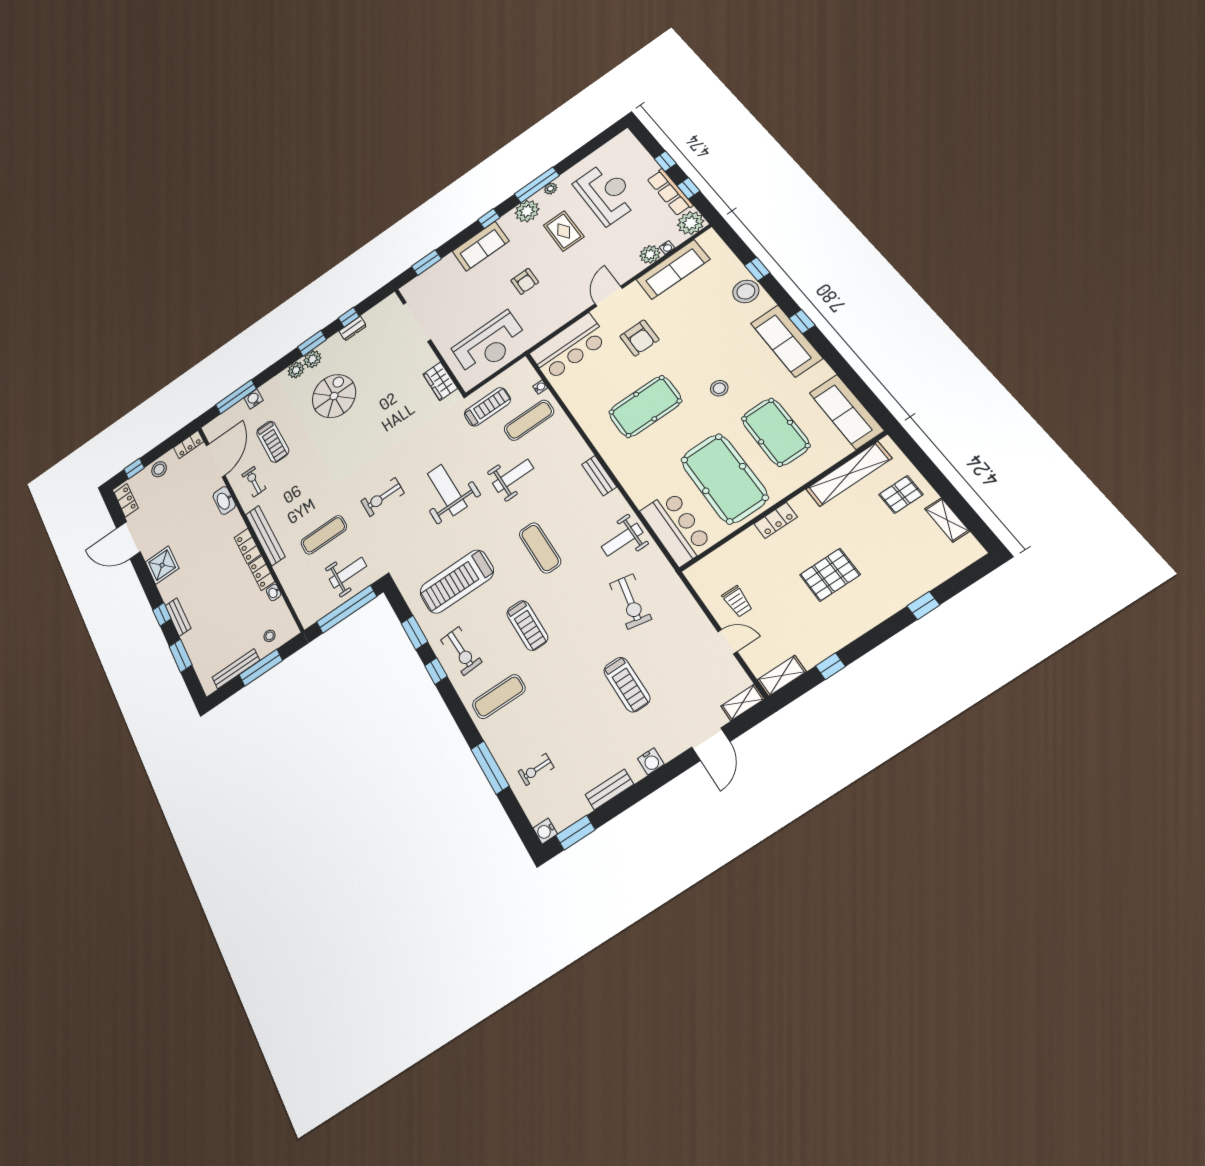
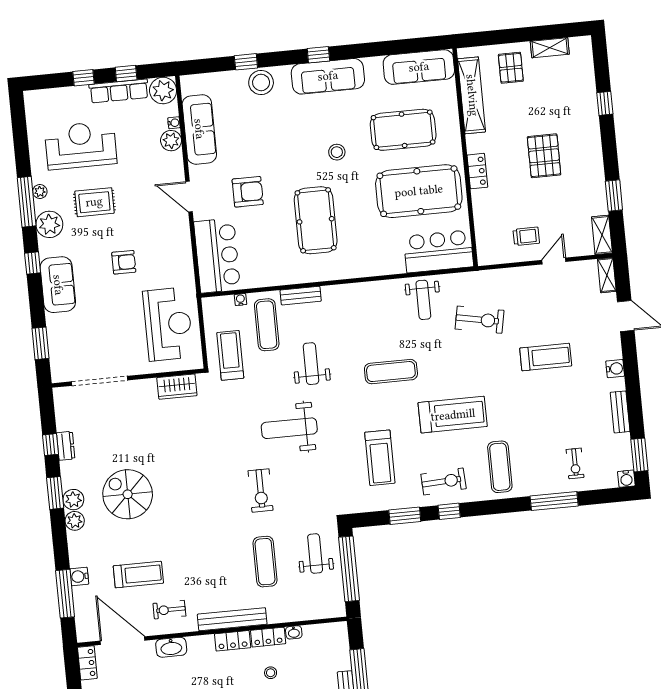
bench: (599, 476) -> (301, 296), moved
treadmill: (457, 582) -> (380, 458), width x0.73, depth x0.73
treadmill: (527, 625) -> (453, 415), width x1.37, depth x1.38
stool: (270, 636) -> (271, 673), moved
window: (830, 666) -> (614, 195), width x1.50

